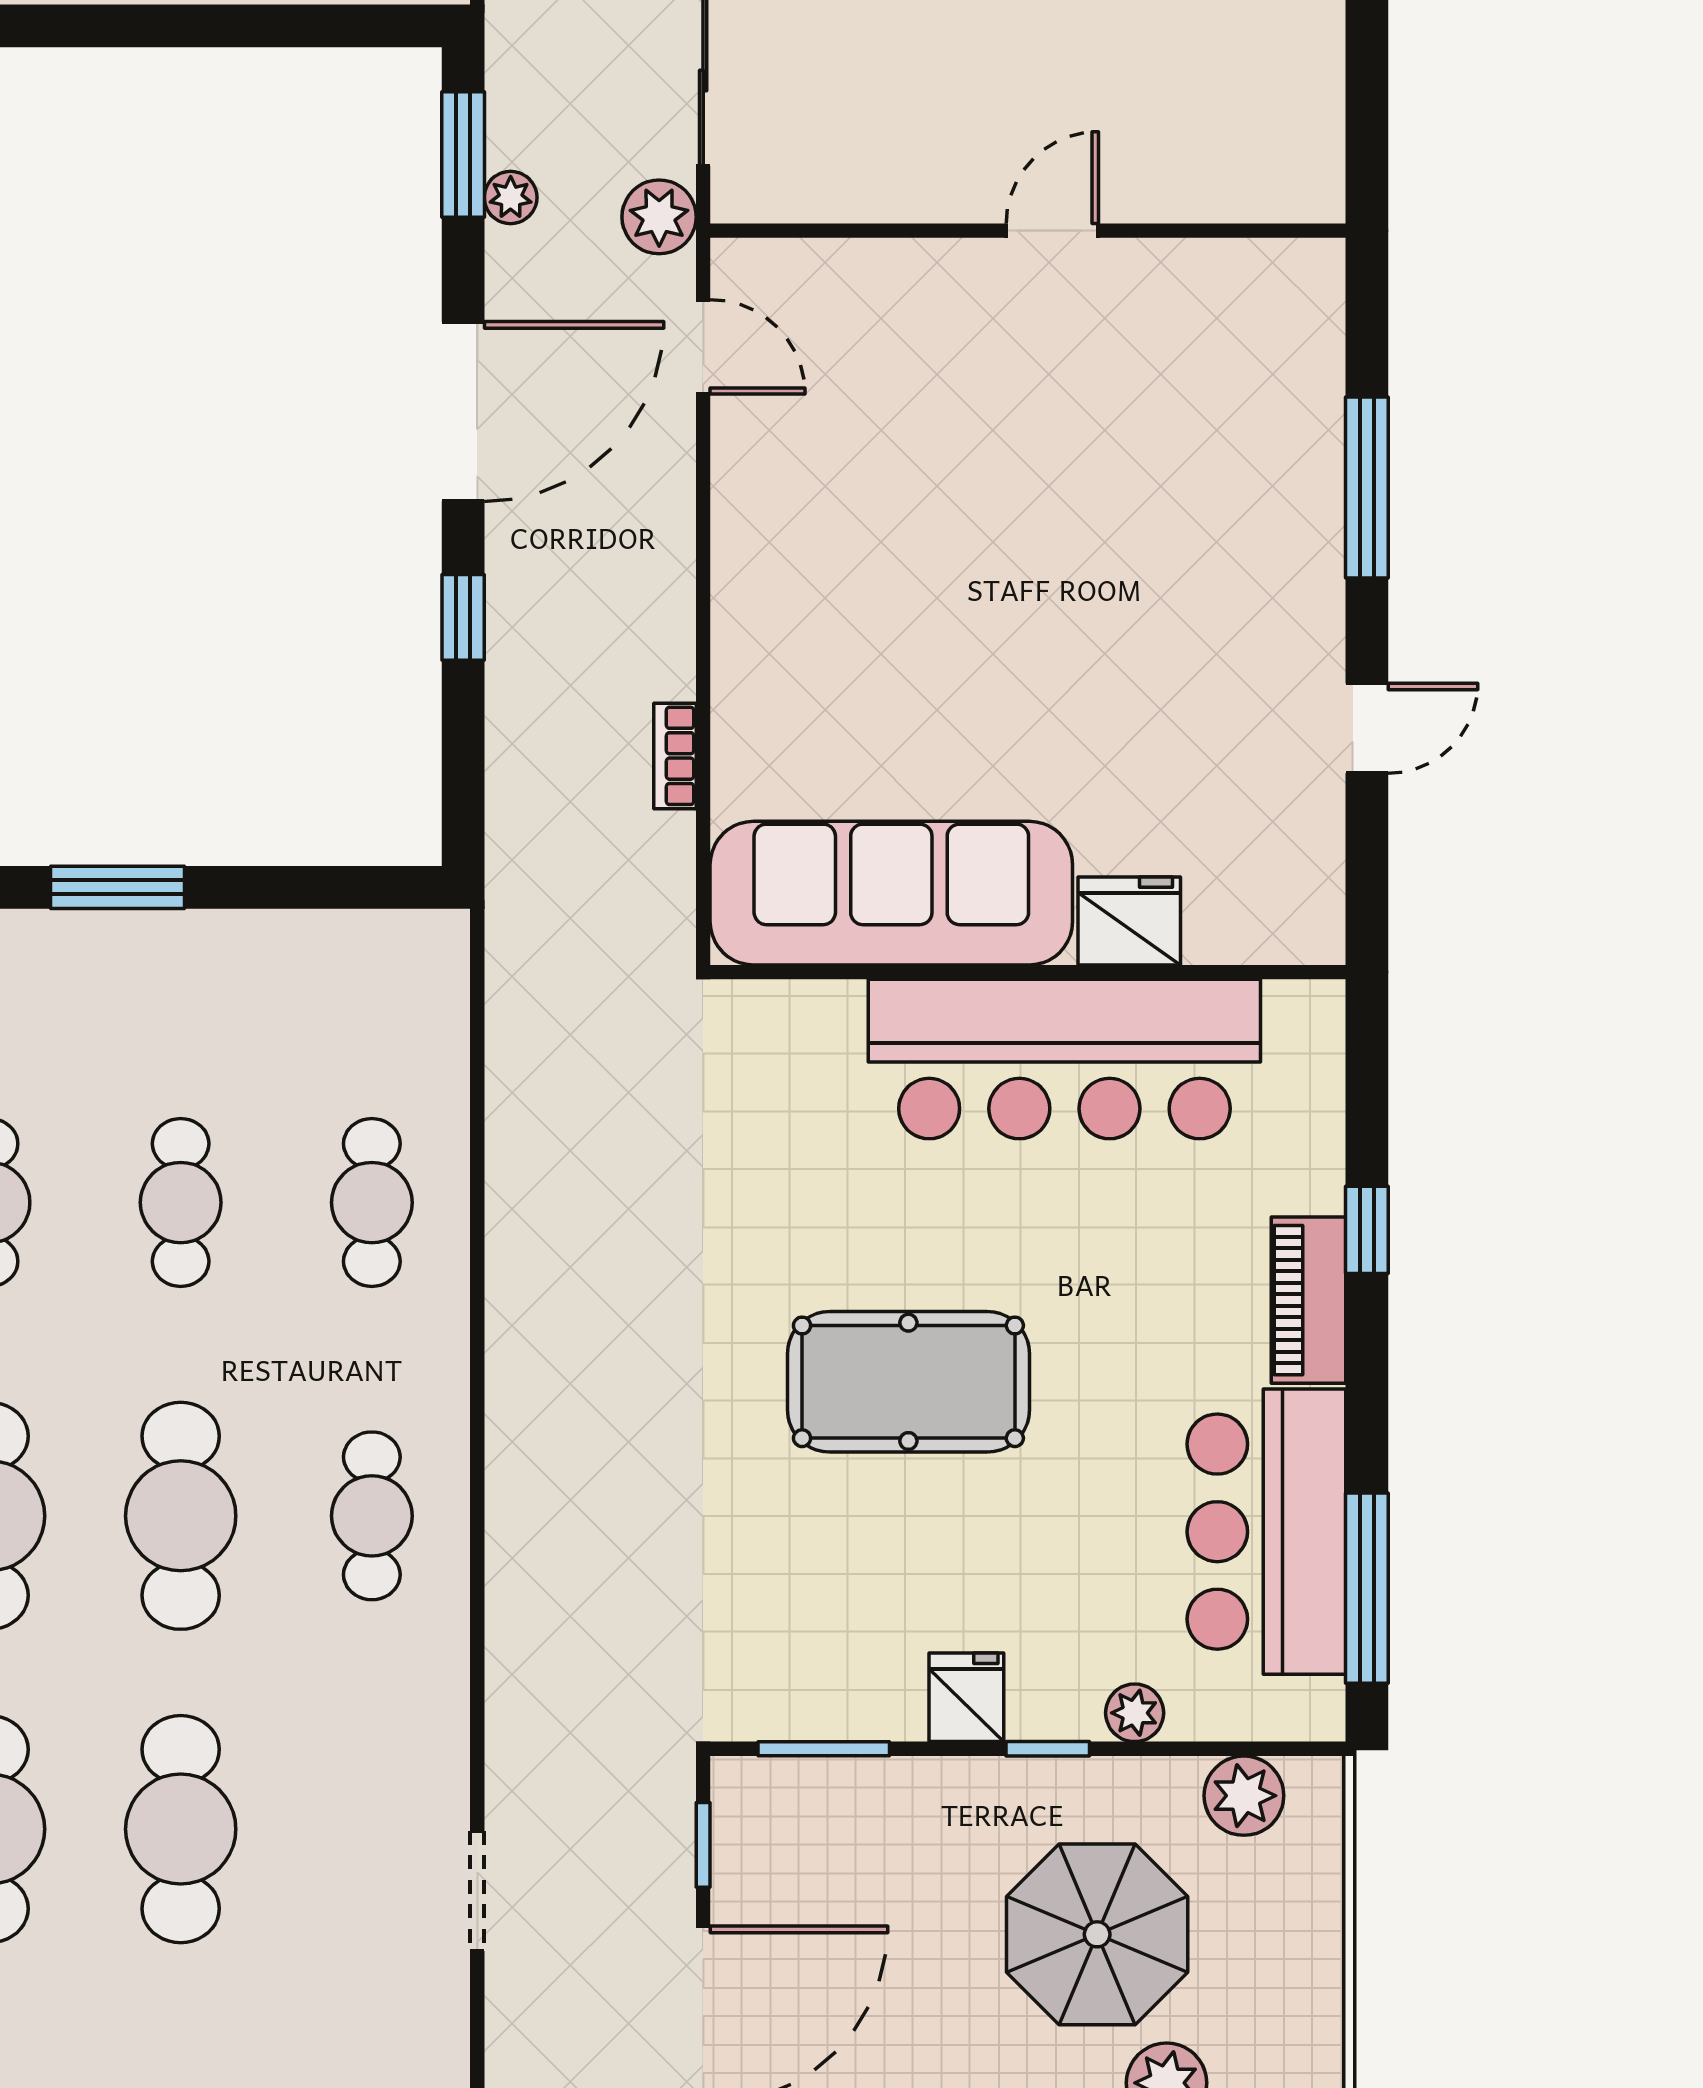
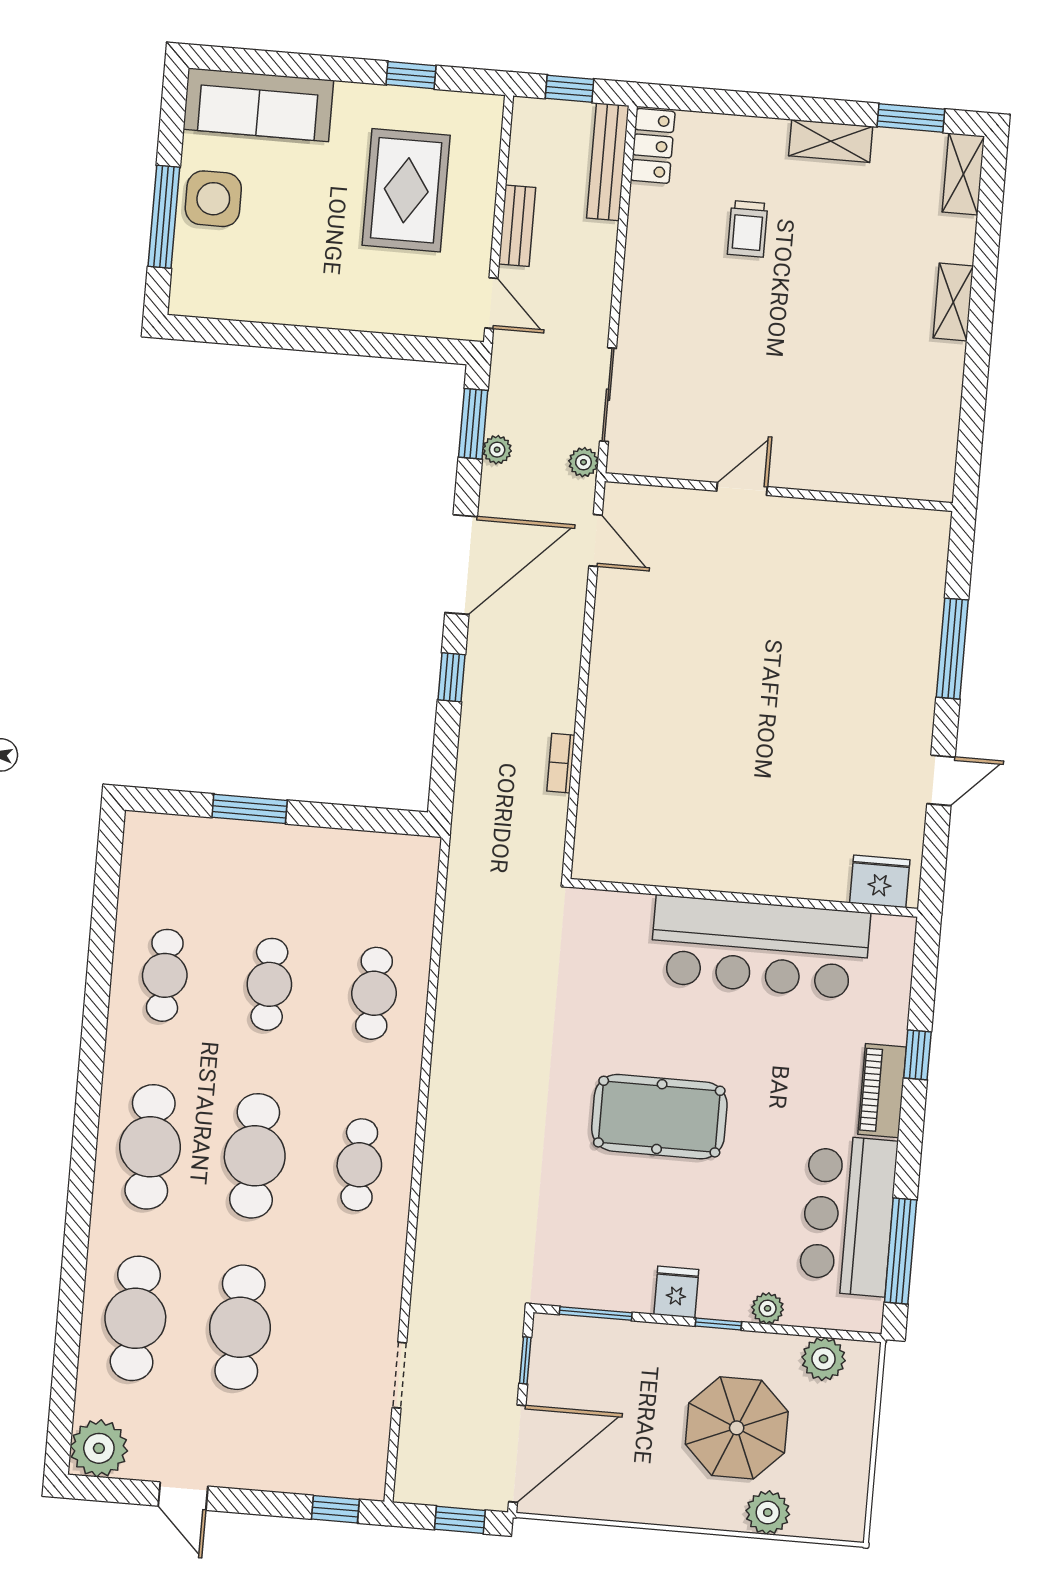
plant: (659, 217) -> (583, 462), width x0.73, depth x0.73
door: (1052, 231) -> (742, 489), moved
sofa: (891, 893) -> (673, 848), removed
fridge: (1129, 921) -> (880, 881), moved

